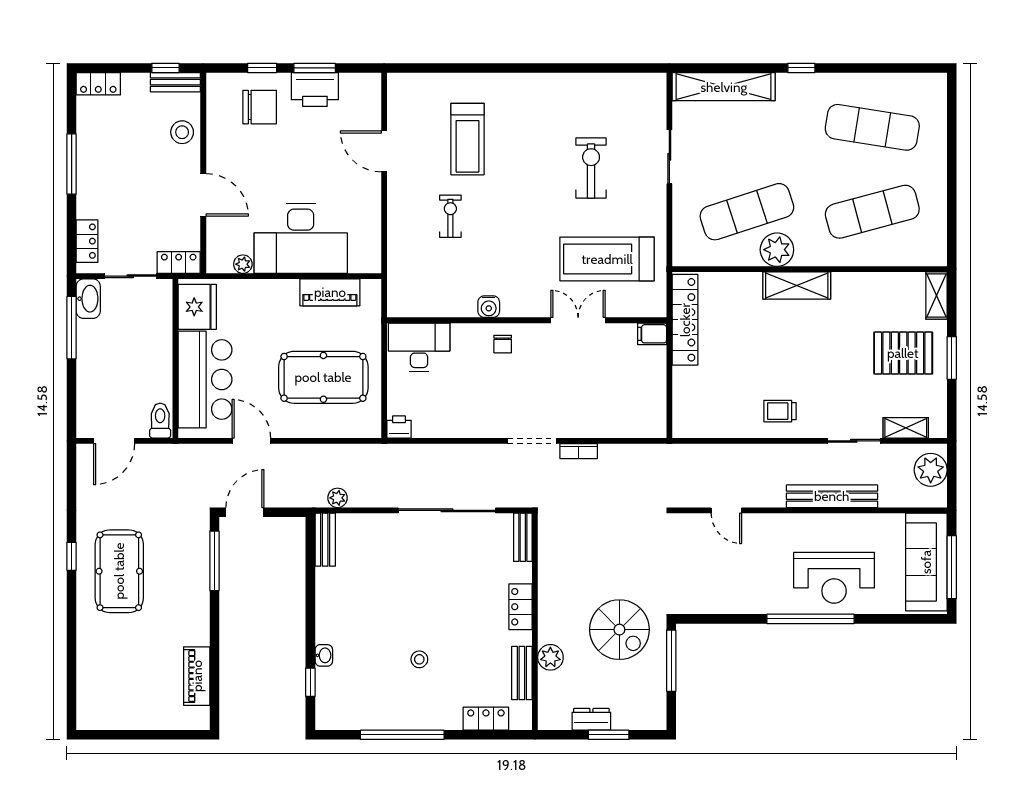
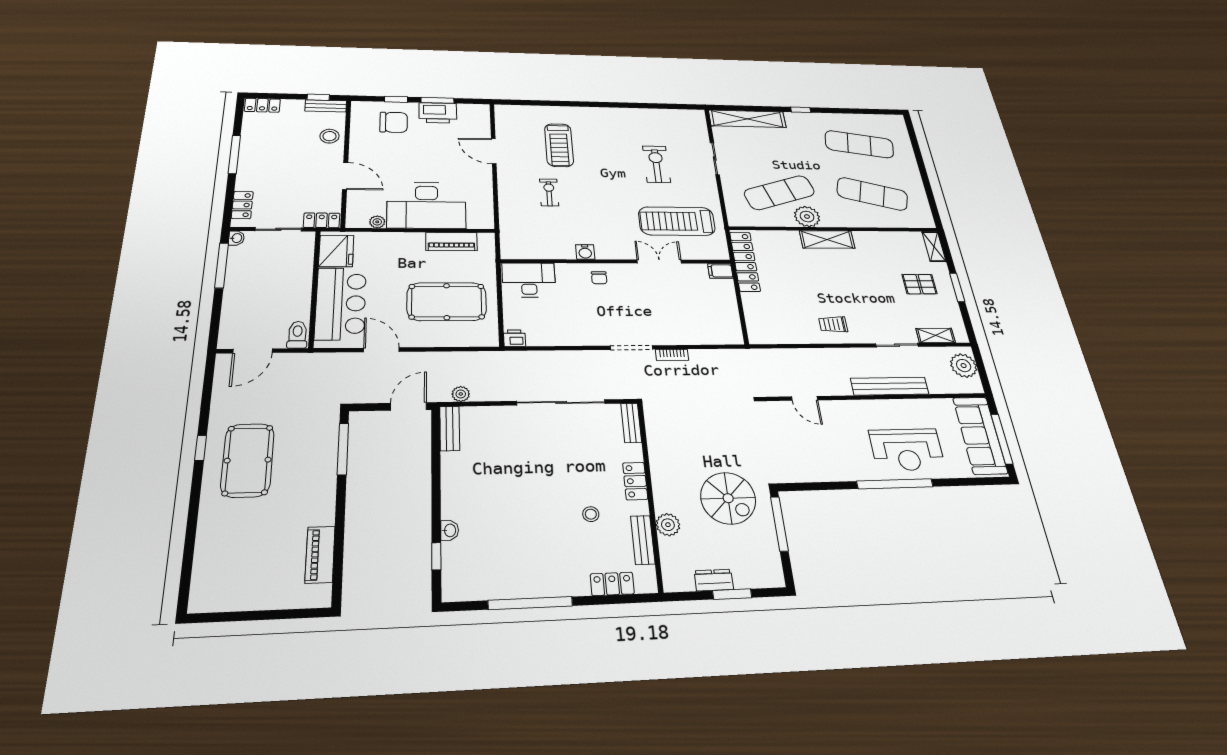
exercise mat: (872, 212) -> (872, 194), turned 30
washbasin: (88, 299) -> (236, 238), width x0.52, depth x0.69
pallet: (903, 353) -> (919, 284), width x0.67, depth x0.71
door: (245, 512) -> (409, 406), moved
stool: (419, 659) -> (591, 514), moved

